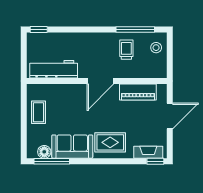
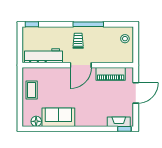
window: (135, 30) -> (88, 24), moved
trolley: (126, 50) -> (78, 41), moved
rug: (110, 142) -> (89, 114), removed
window: (52, 161) -> (42, 129), removed

